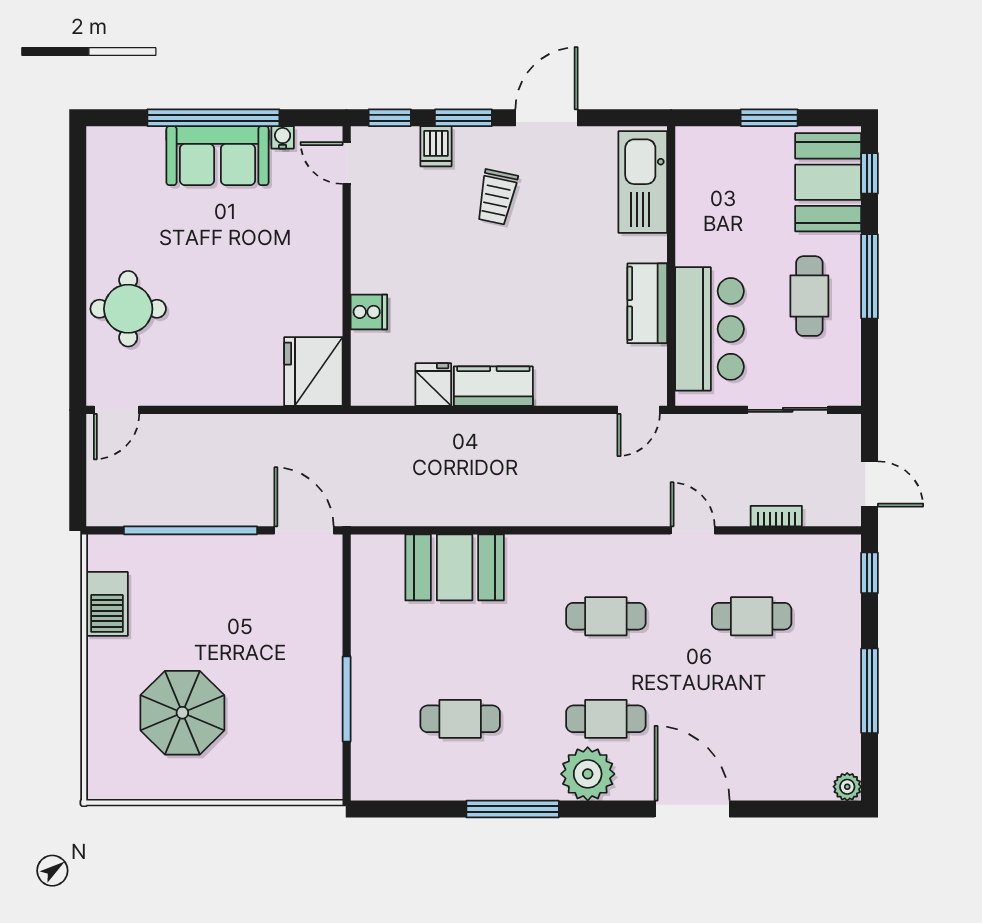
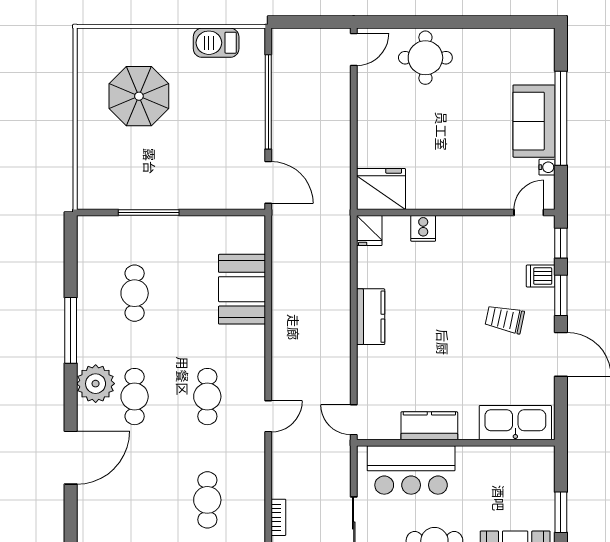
fridge: (433, 385) -> (369, 231), moved, turned 90
door: (117, 410) -> (354, 49), swing flipped
door: (304, 530) -> (268, 182), hinge flipped
door: (693, 530) -> (268, 416), moved

